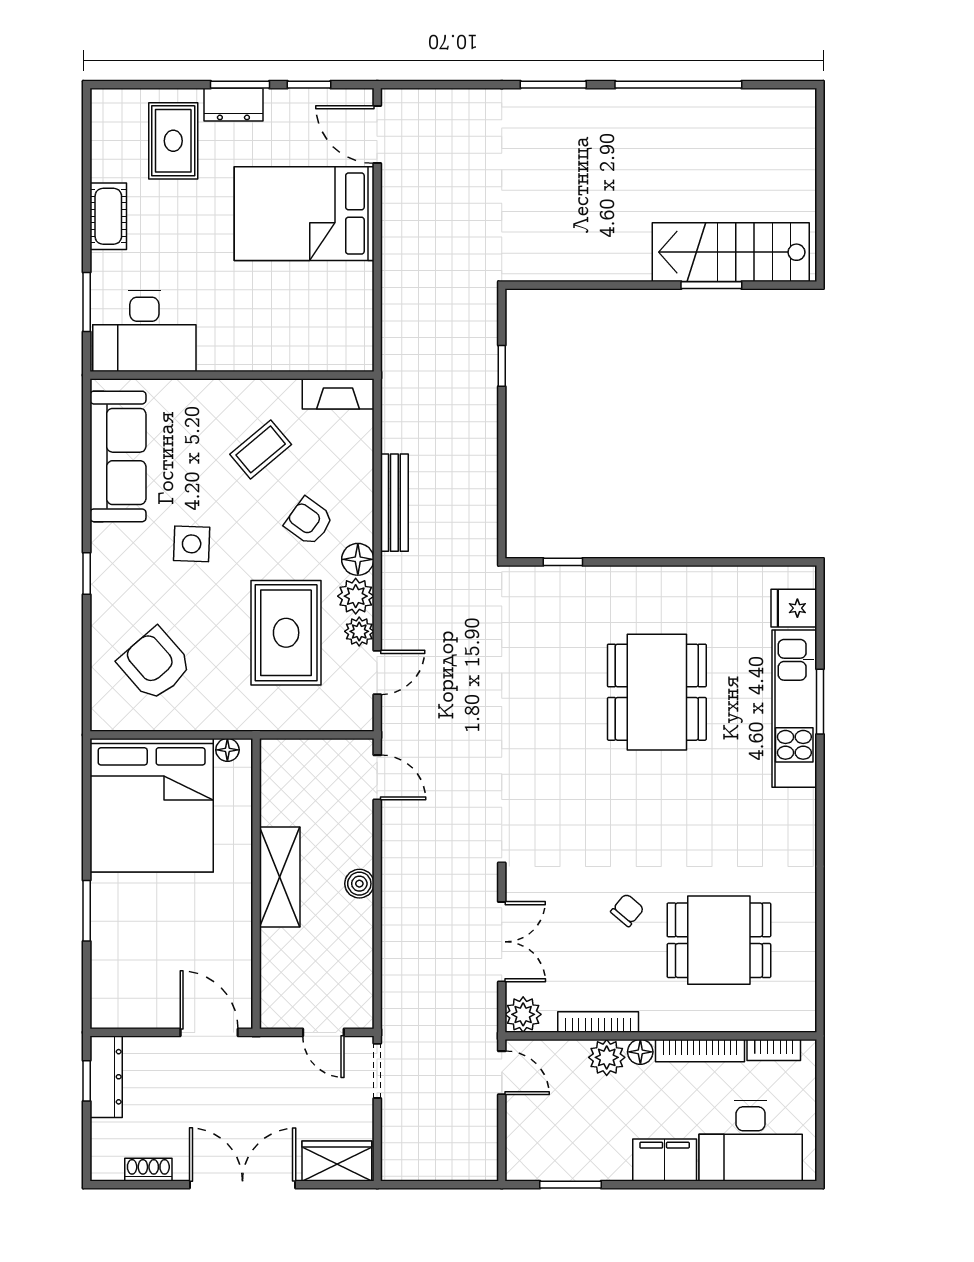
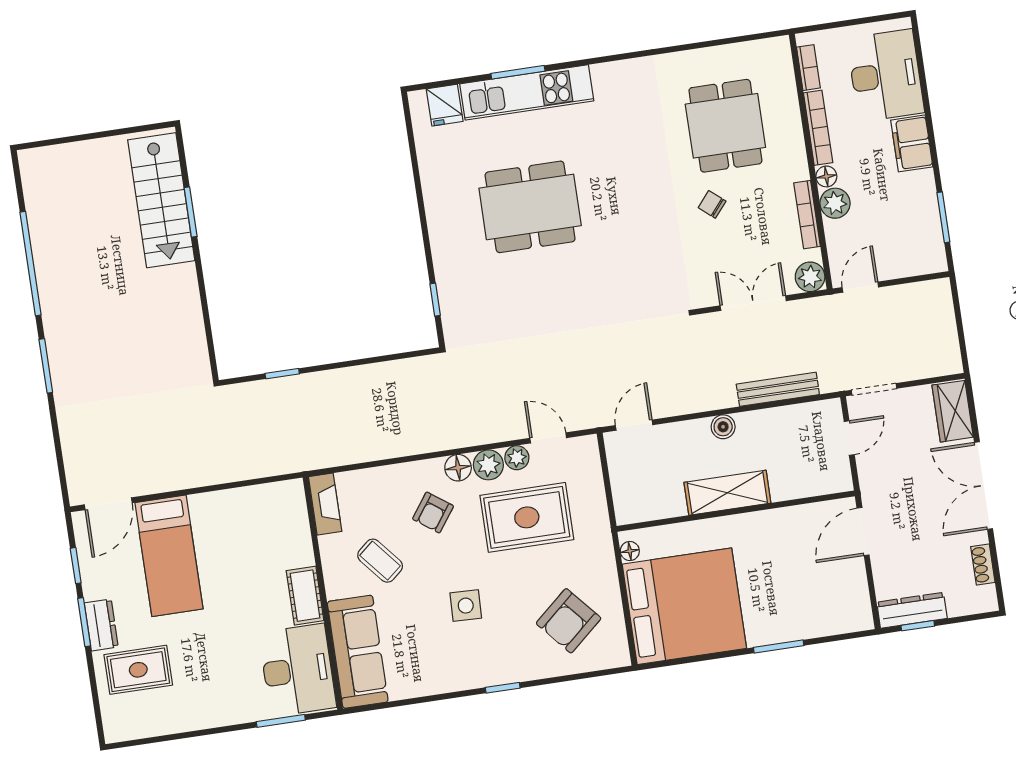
bed: (304, 214) -> (169, 556), width x0.67
cot: (108, 216) -> (305, 596), moved, turned 90
sofa: (118, 456) -> (358, 652), moved, turned 90
bench: (394, 503) -> (778, 389), moved

